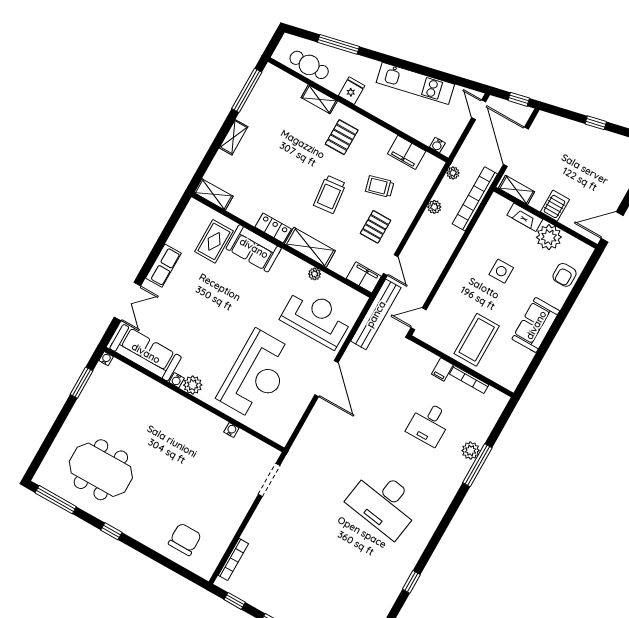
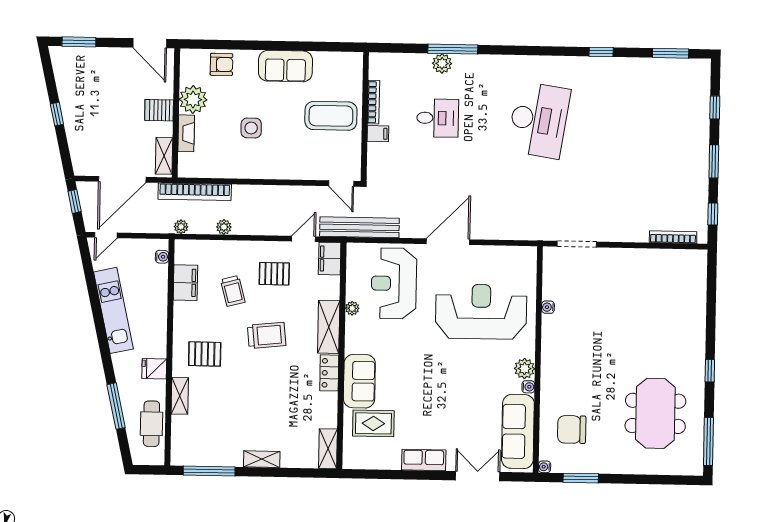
chair: (185, 539) -> (572, 429), moved

